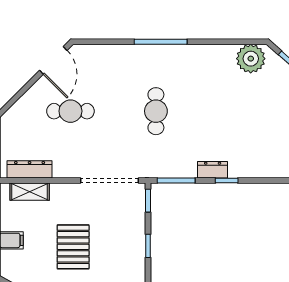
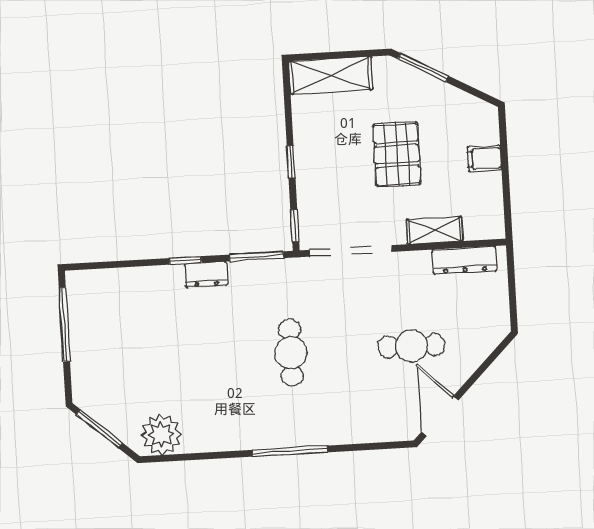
shelving: (30, 192) -> (435, 230), moved

